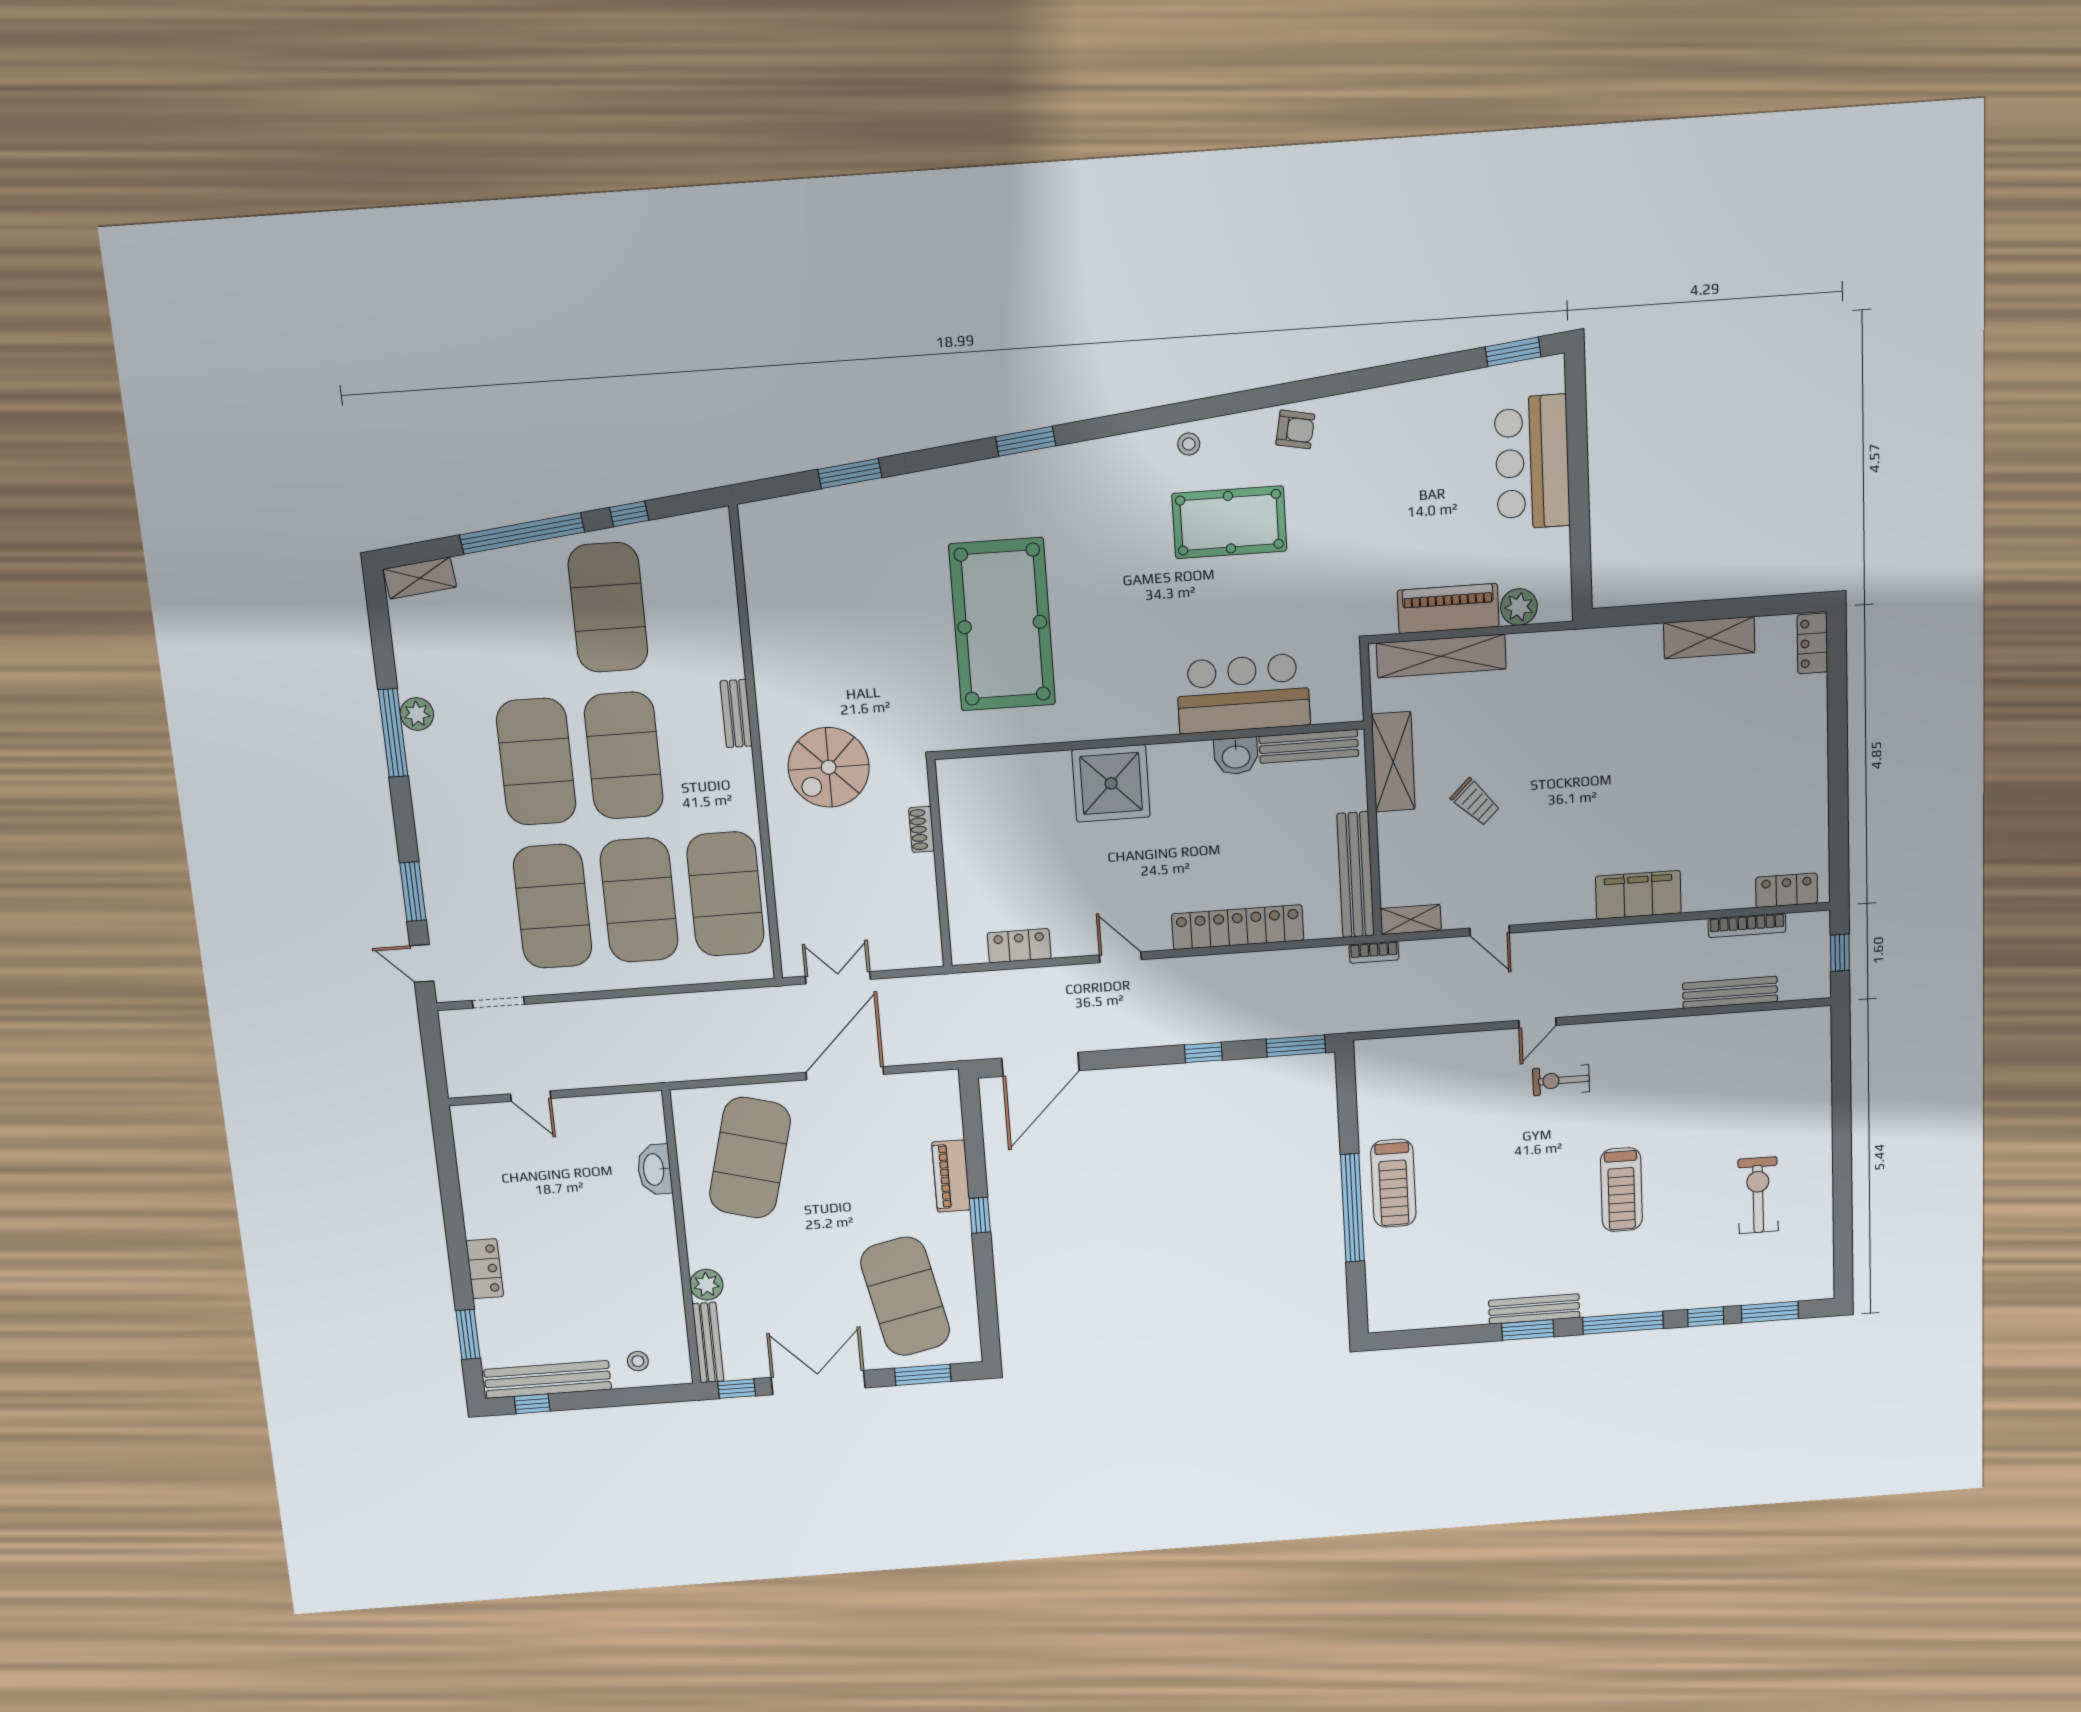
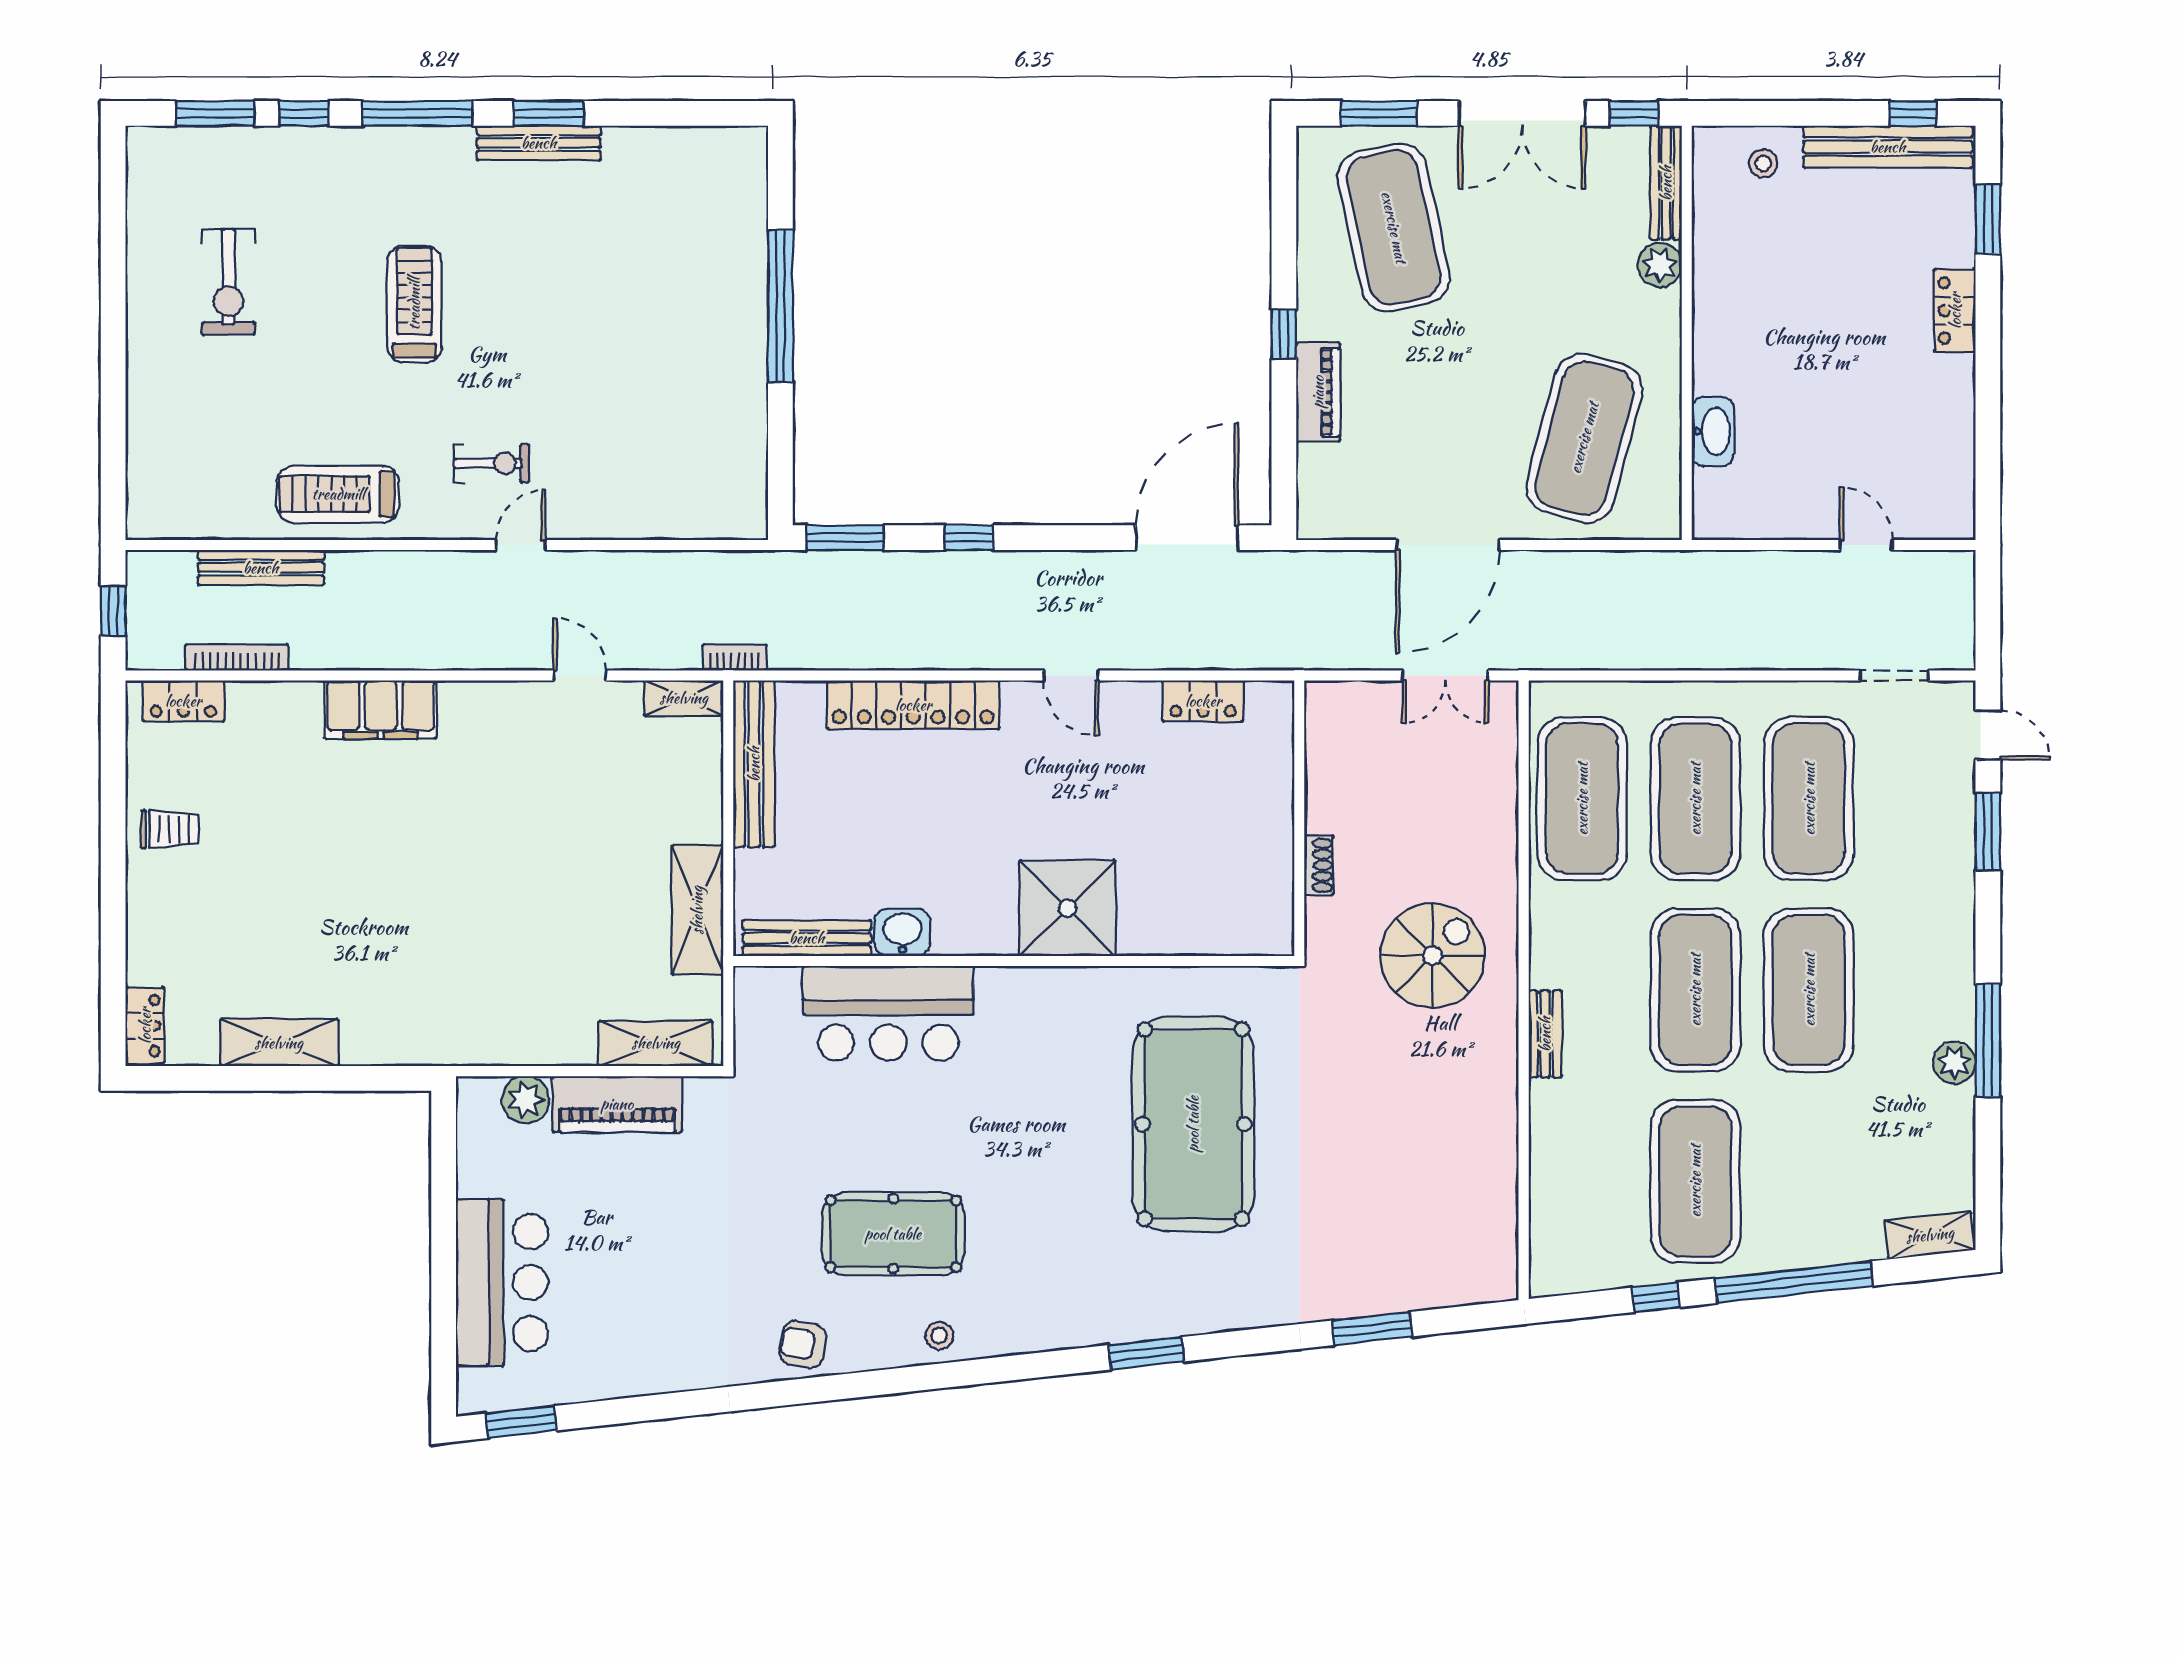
shelving: (1441, 656) -> (656, 1043), width x0.68
trolley: (1475, 802) -> (170, 829), moved, turned 134
treadmill: (1393, 1183) -> (338, 494), moved, turned -90

